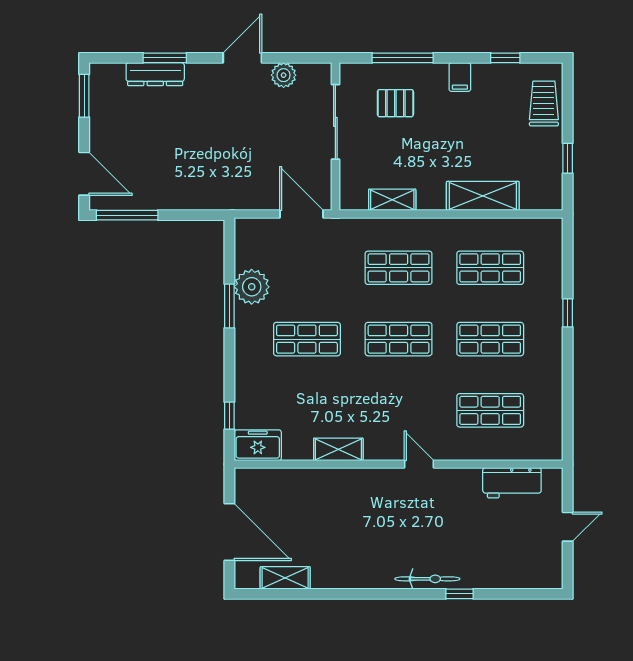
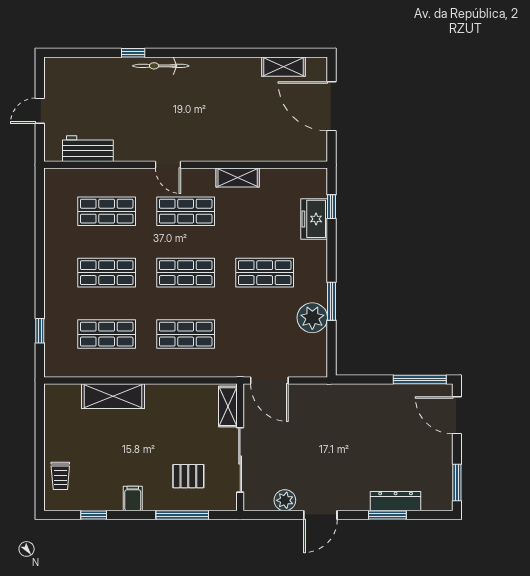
trolley: (544, 103) -> (60, 476), width x0.73, depth x0.72
window: (568, 158) -> (40, 429), removed
shelving: (392, 200) -> (228, 407), moved, turned 90
window: (568, 313) -> (40, 331), moved
shop shelf: (399, 410) -> (186, 211), added
freezer: (258, 445) -> (314, 219), moved, turned 90

